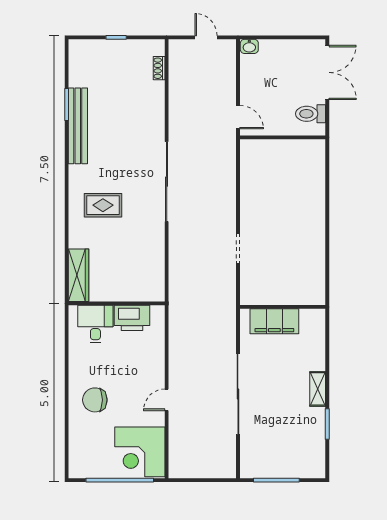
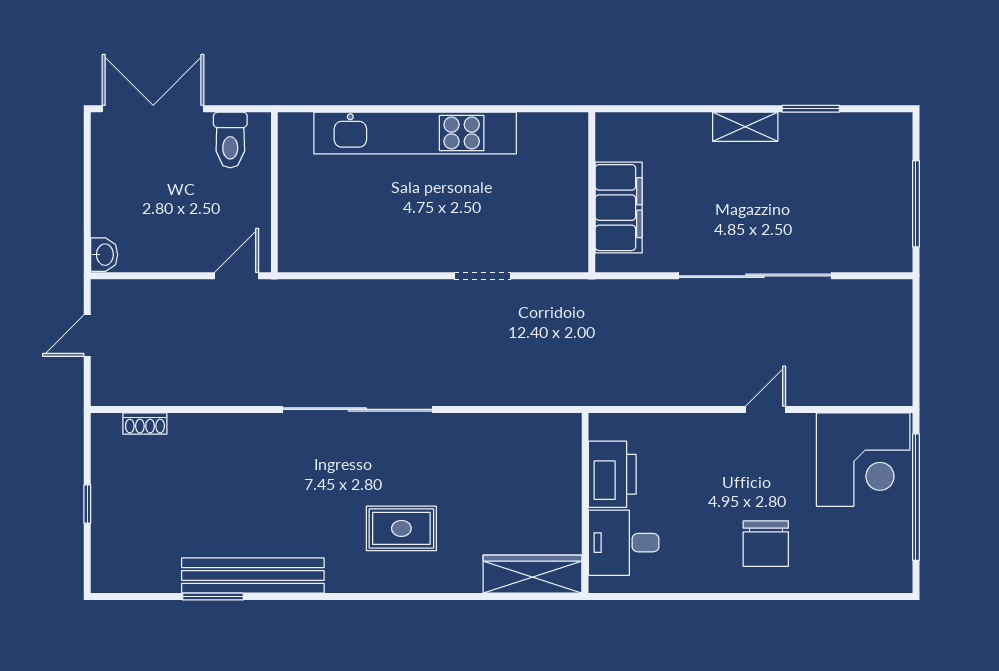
rug: (103, 205) -> (401, 528), turned 90
kitchen unit: (314, 213) -> (415, 133), added
door: (167, 400) -> (766, 409), swing flipped

